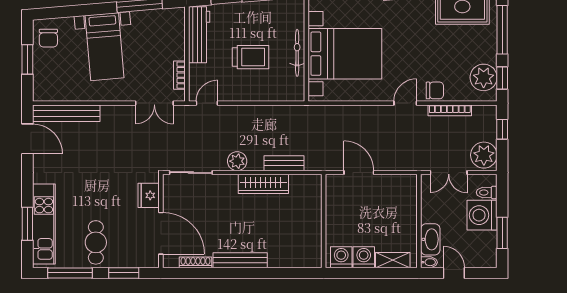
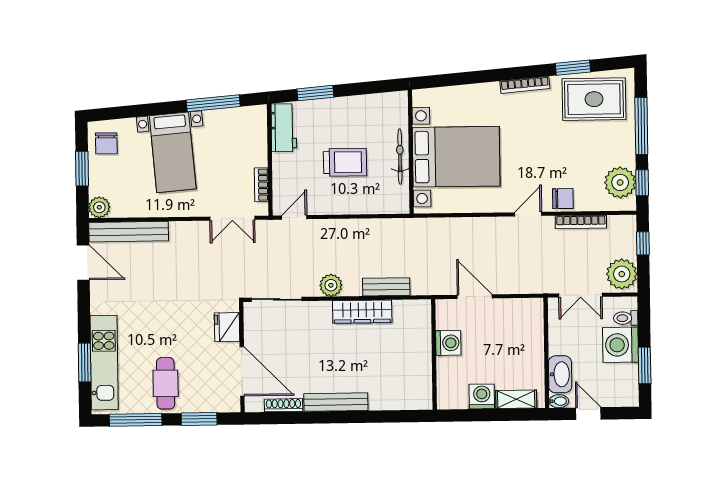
workbench: (199, 35) -> (284, 128), width x0.73
plant: (42, 92) -> (99, 207), added
washing machine: (341, 257) -> (448, 343), moved, turned 90

